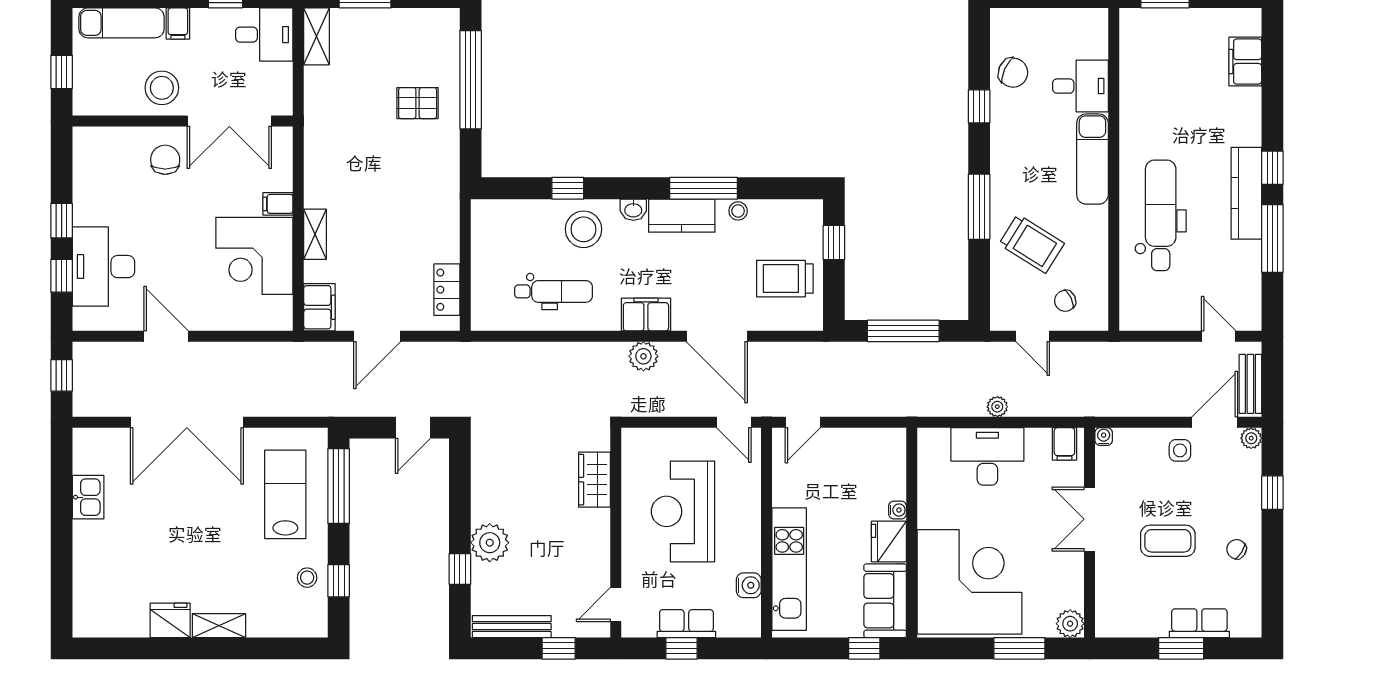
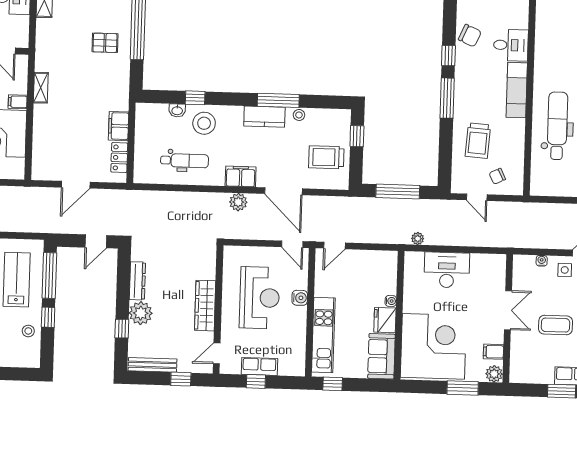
window: (979, 207) -> (447, 98), moved
washbasin: (633, 210) -> (177, 110), moved
shelving: (315, 234) -> (41, 88), moved
trolley: (1032, 244) -> (478, 141), turned 62
filing cabinet: (319, 307) -> (119, 126), moved, turned 180
plant: (997, 407) -> (418, 239), moved
water cooler: (1104, 437) -> (542, 261), moved
filing cabinet: (1064, 444) -> (493, 352), moved, turned 90
wardrobe: (595, 480) -> (205, 306), moved, width x1.50
dresser: (483, 490) -> (137, 281), added
reception desk: (683, 511) -> (259, 298), turned 180
double door: (1089, 519) -> (508, 310), swing flipped
window: (339, 581) -> (48, 317), moved
water cooler: (749, 585) -> (300, 298), moved
window: (864, 648) -> (333, 384), moved

